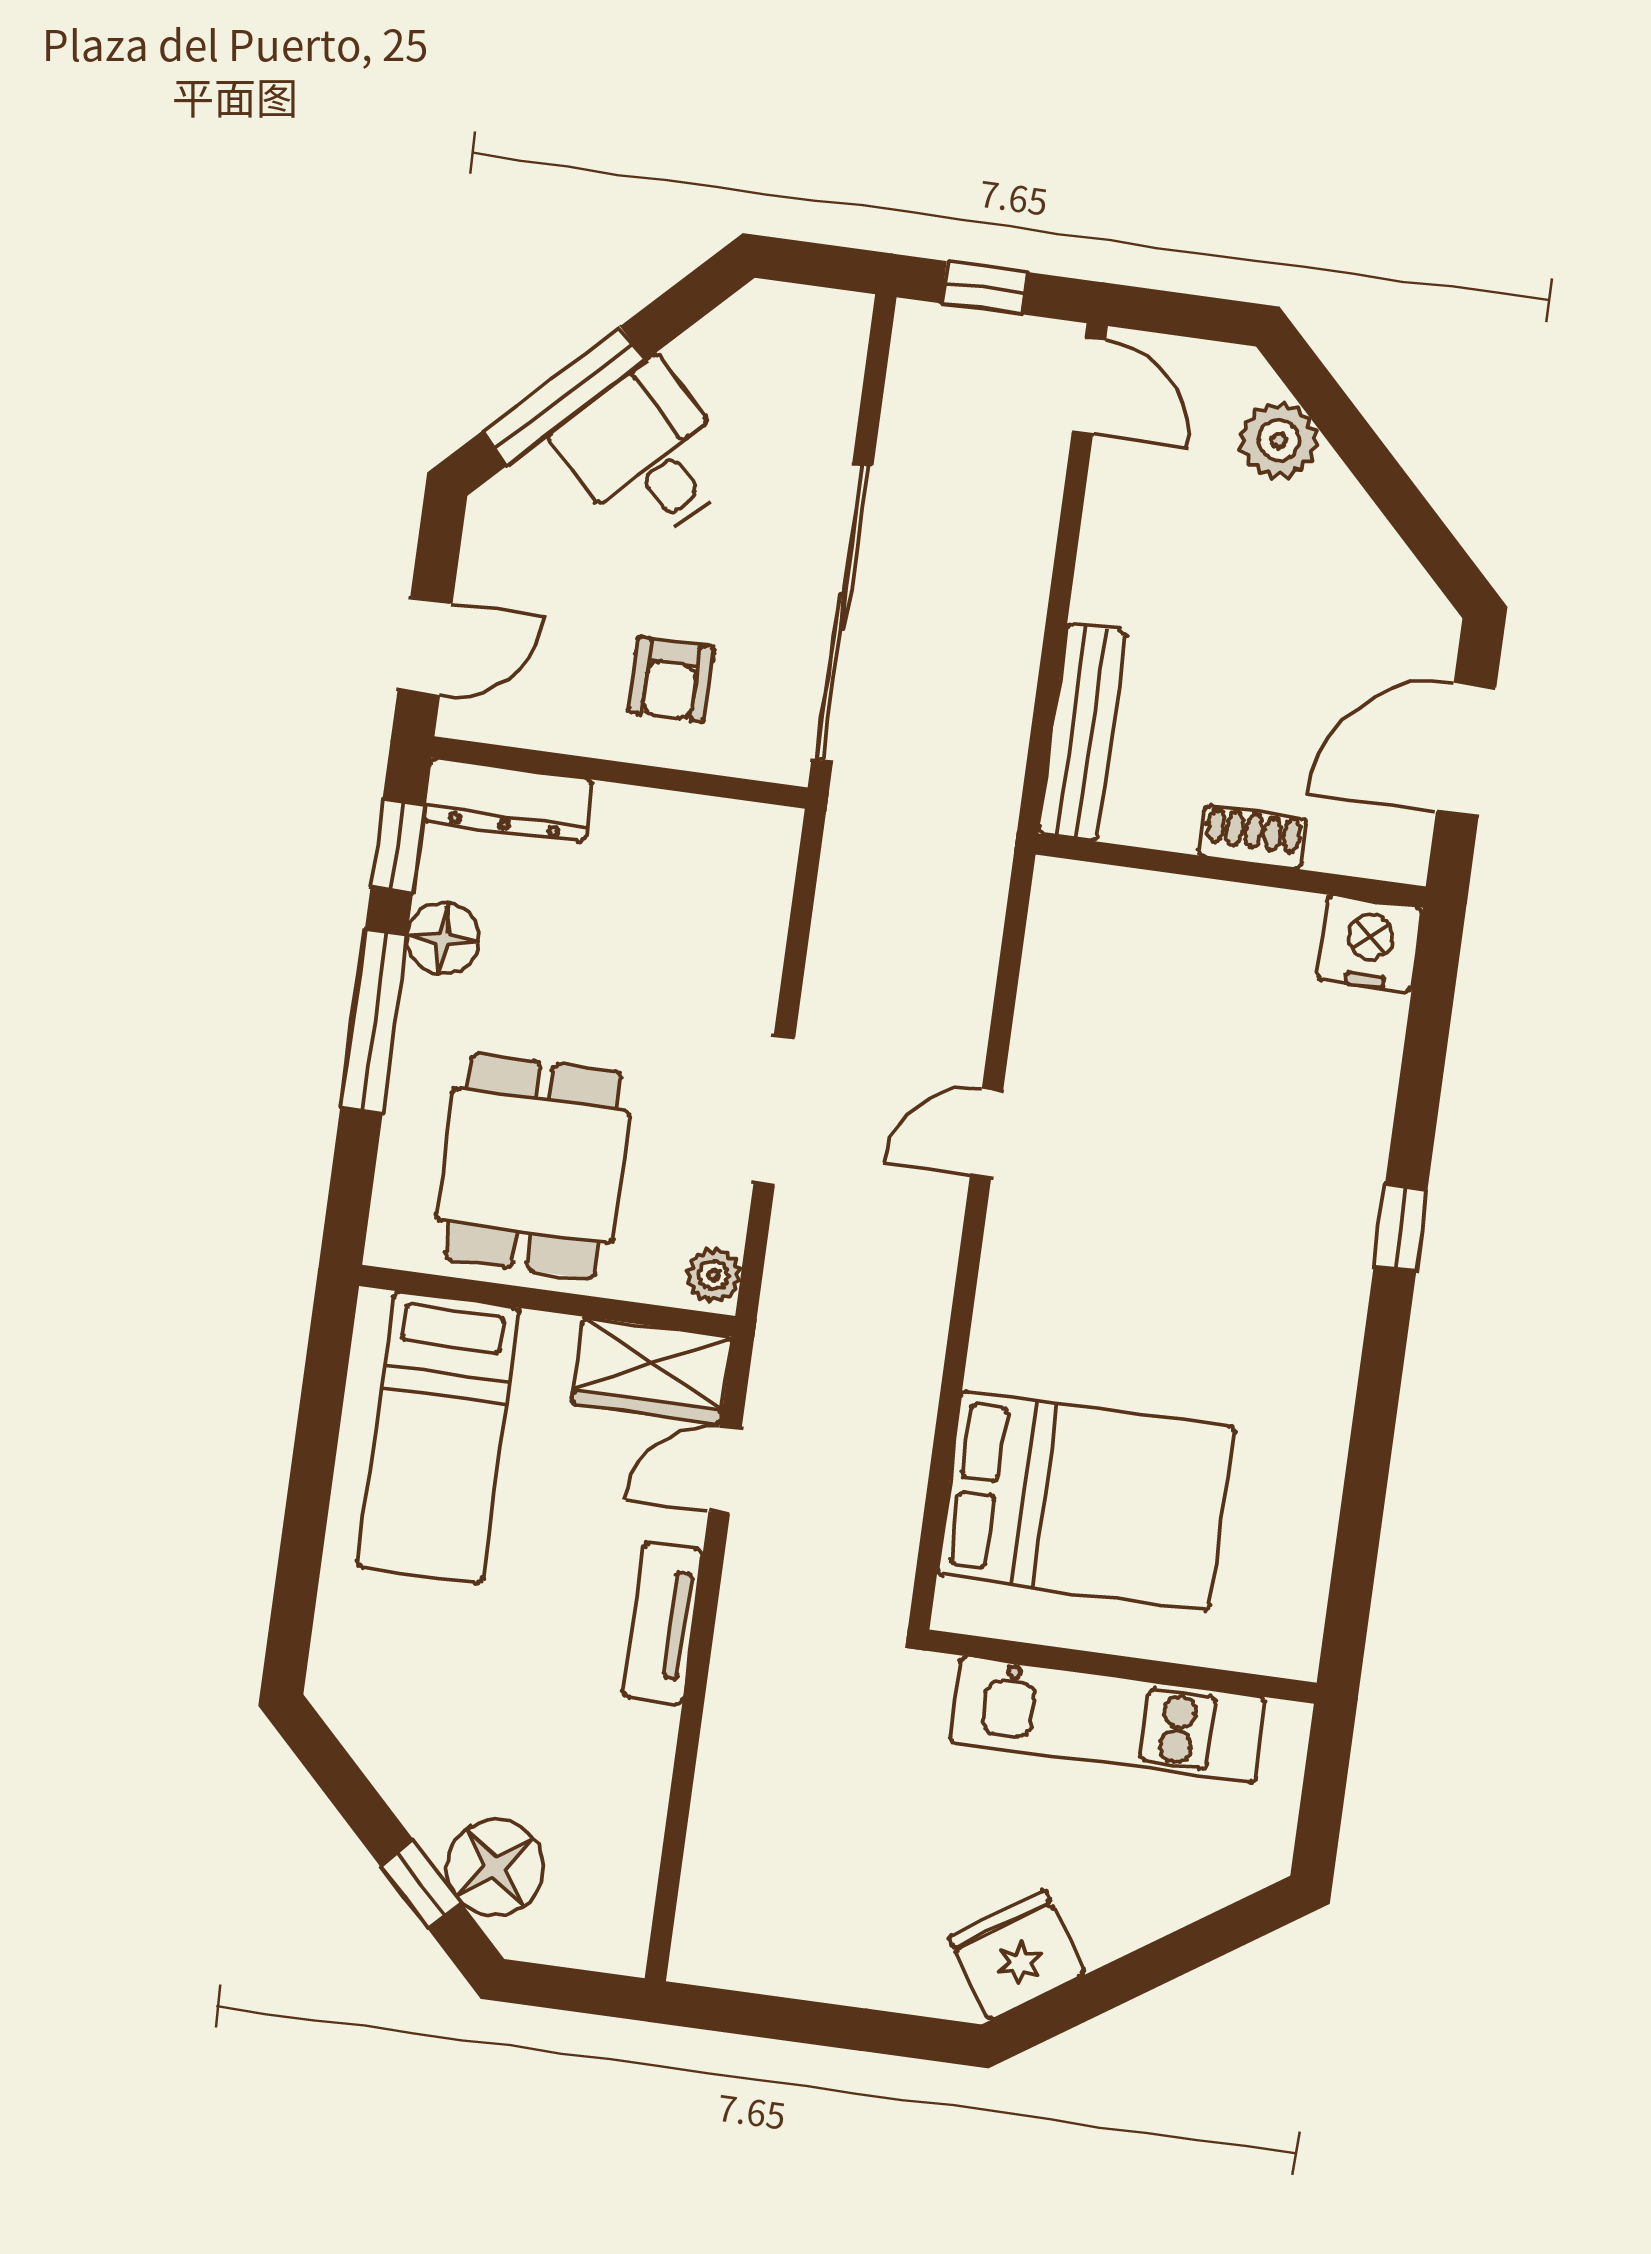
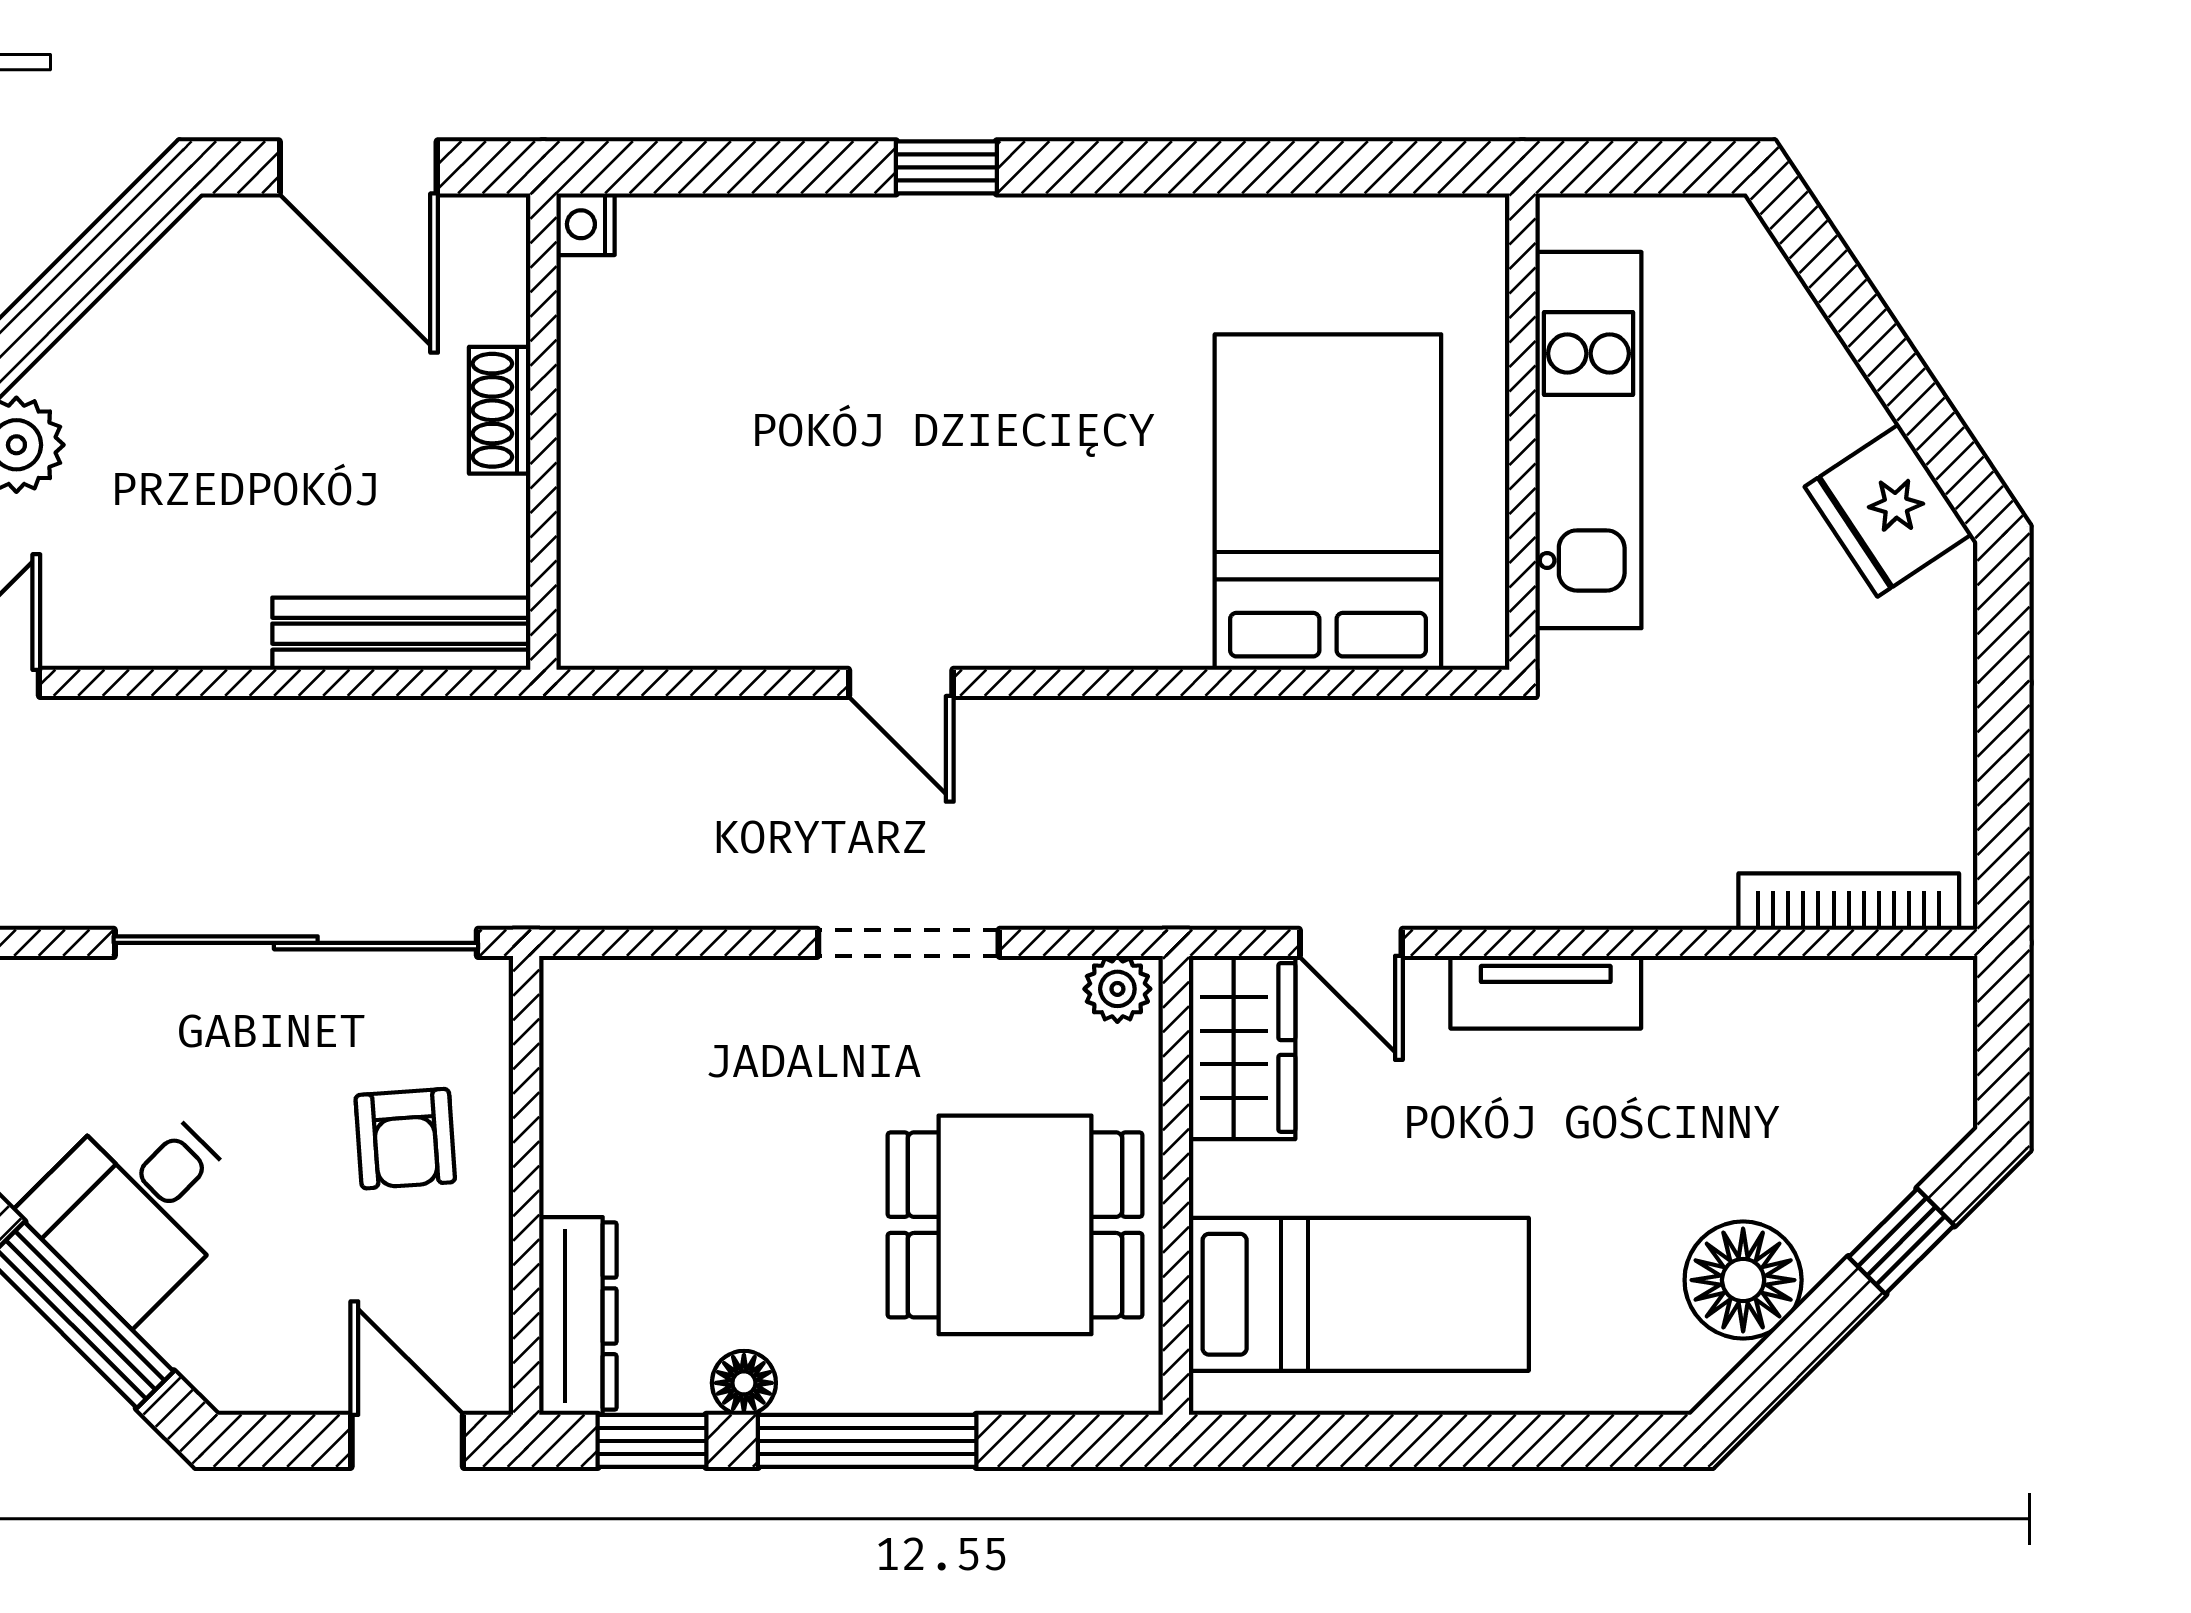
armchair: (671, 679) -> (405, 1139), turned 86
floor lamp: (443, 939) -> (744, 1383), width x0.73, depth x0.73
nightstand: (1370, 944) -> (586, 224), width x0.53, depth x0.56
floor lamp: (495, 1867) -> (1743, 1280), moved
bookcase: (703, 1880) -> (1849, 902), added

